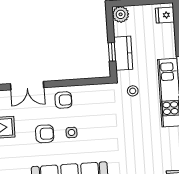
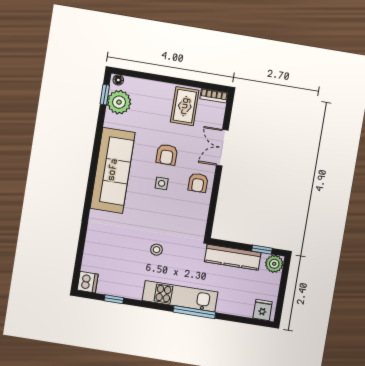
window: (112, 52) -> (262, 250), moved
kitchen counter: (123, 53) -> (233, 257), width x1.50
stool: (133, 91) -> (157, 250), moved

